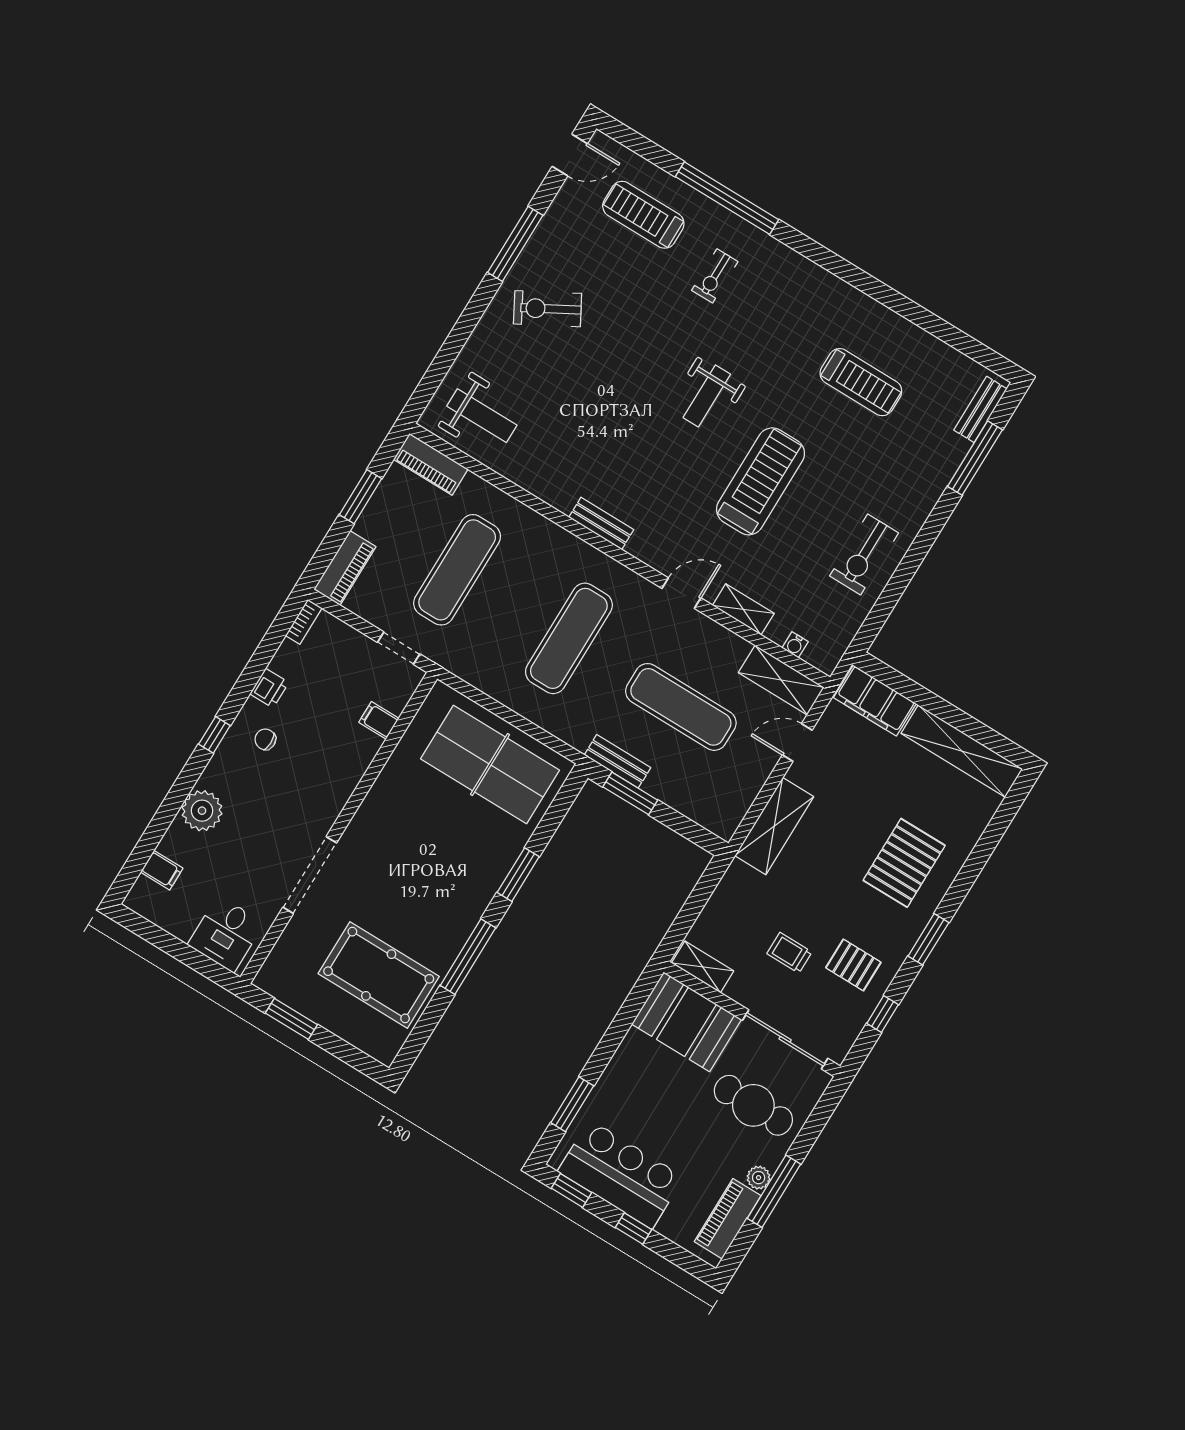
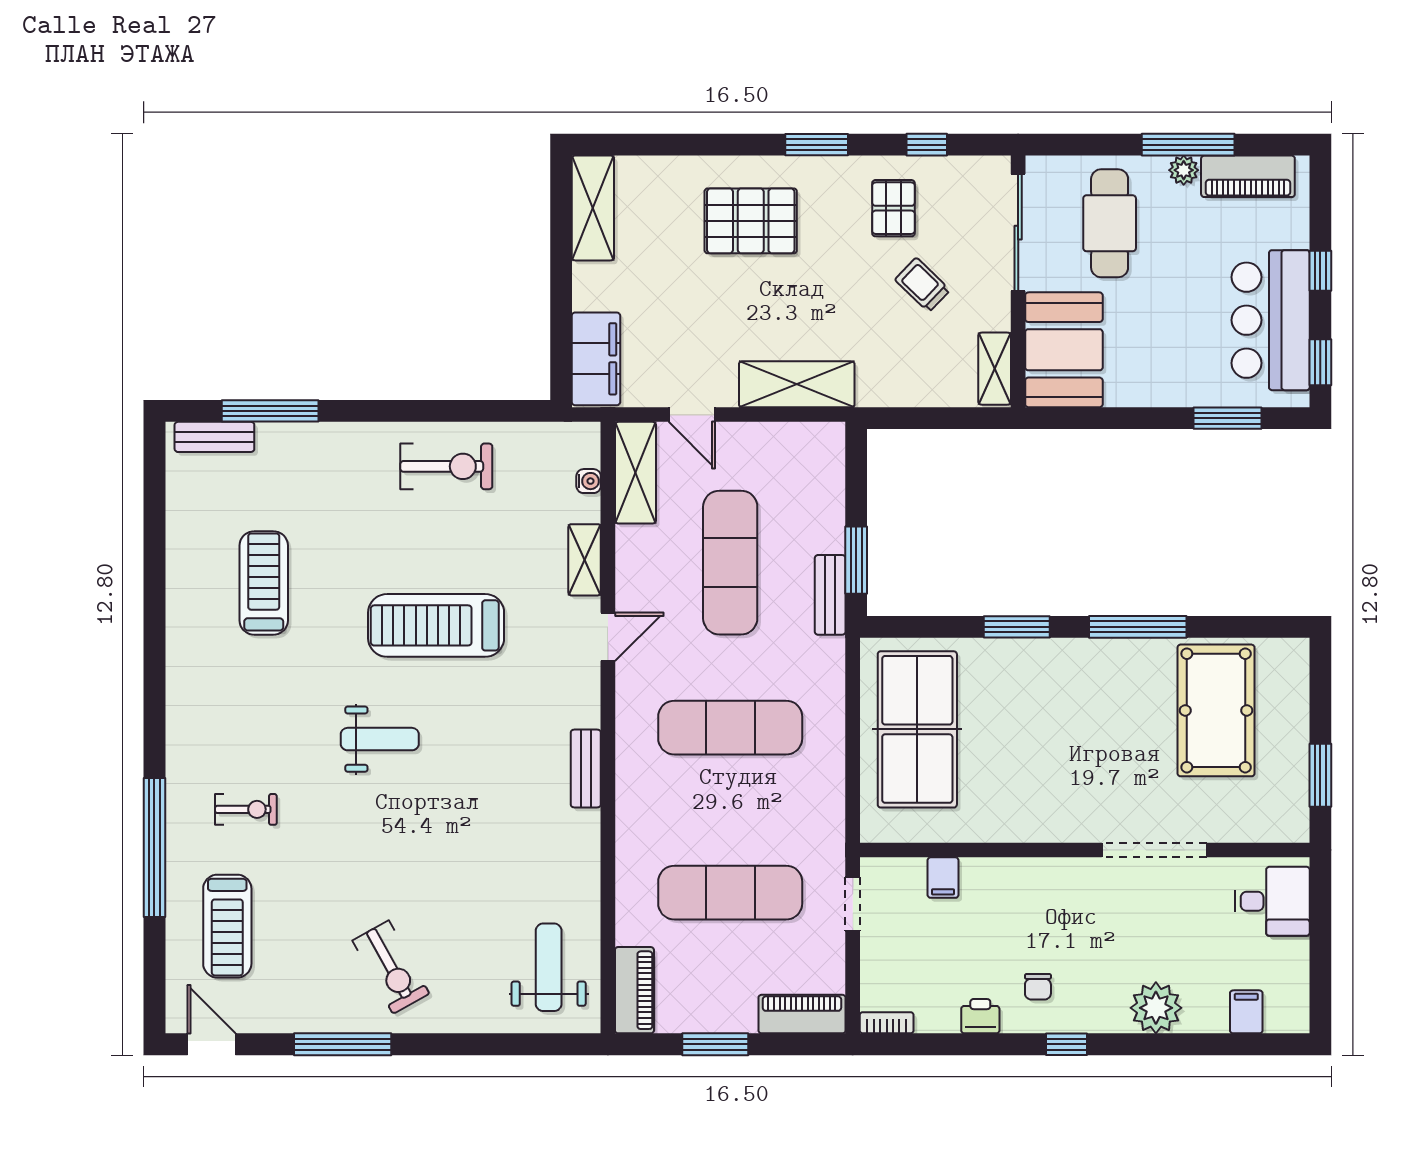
door: (681, 593) -> (608, 637), swing flipped
shelving: (962, 751) -> (593, 208), width x0.68
trolley: (789, 953) -> (922, 285), turned 134

